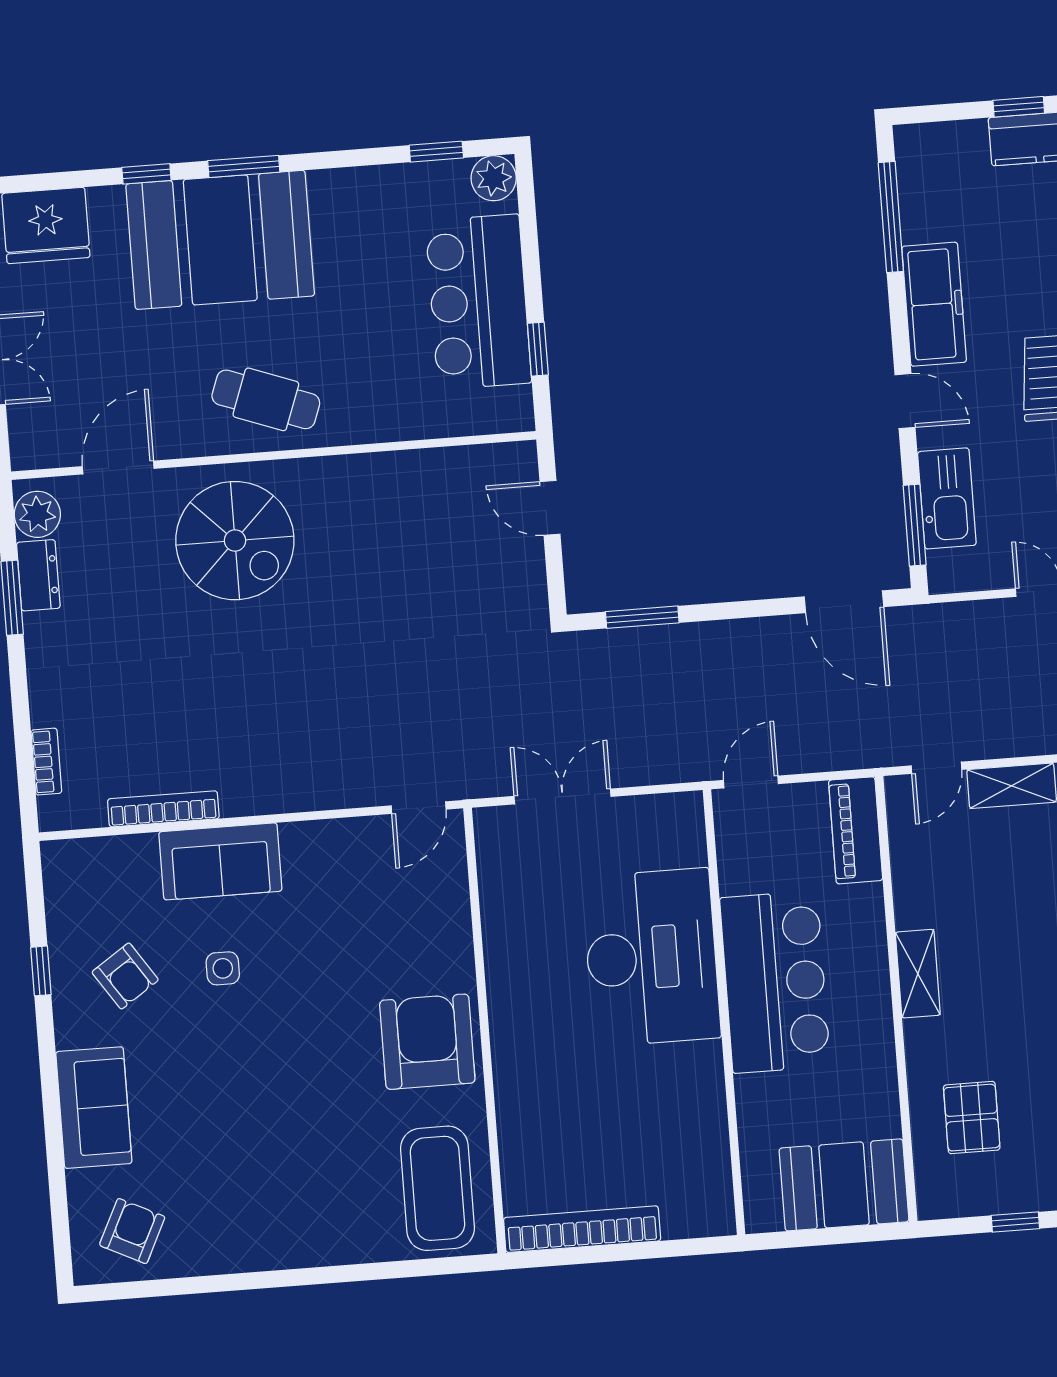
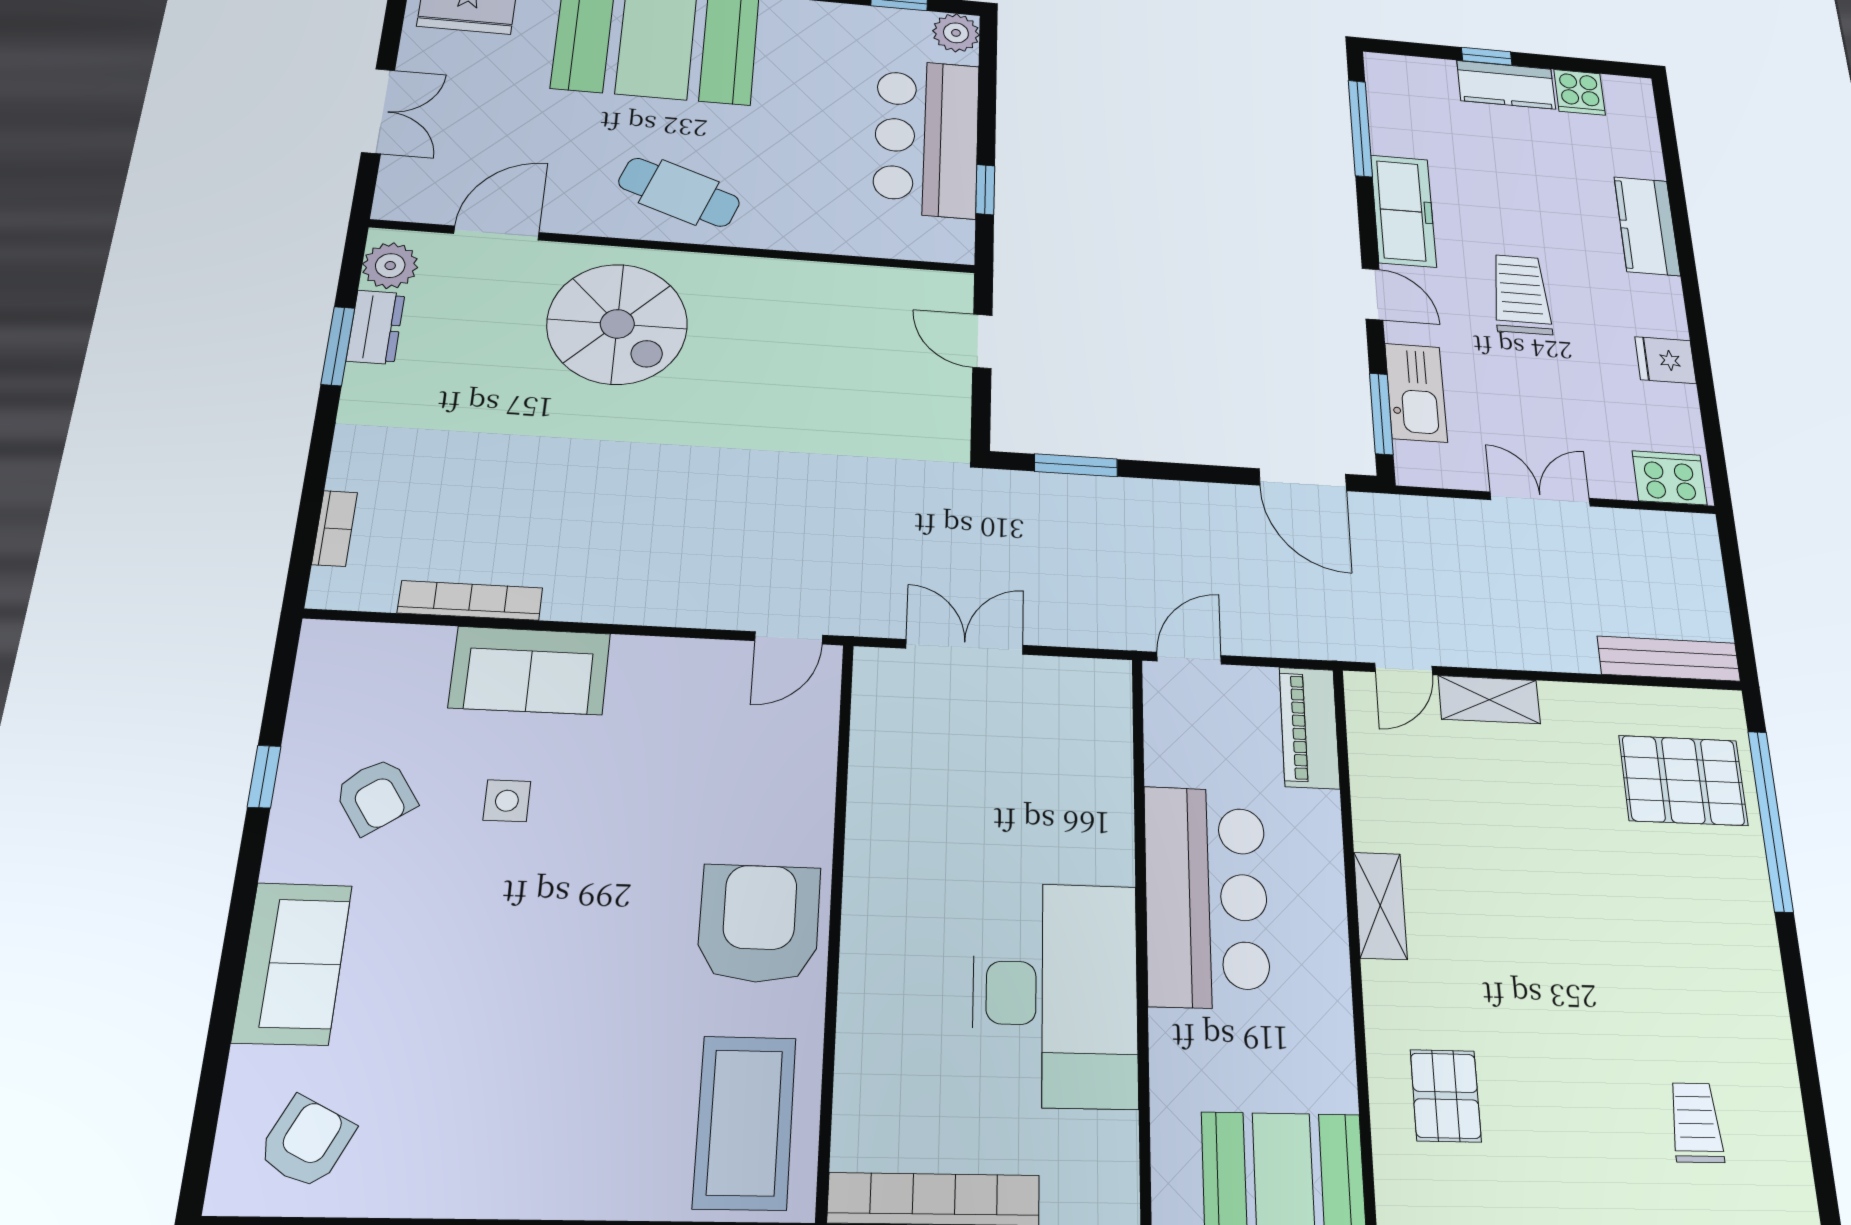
desk: (651, 957) -> (1055, 994), moved

